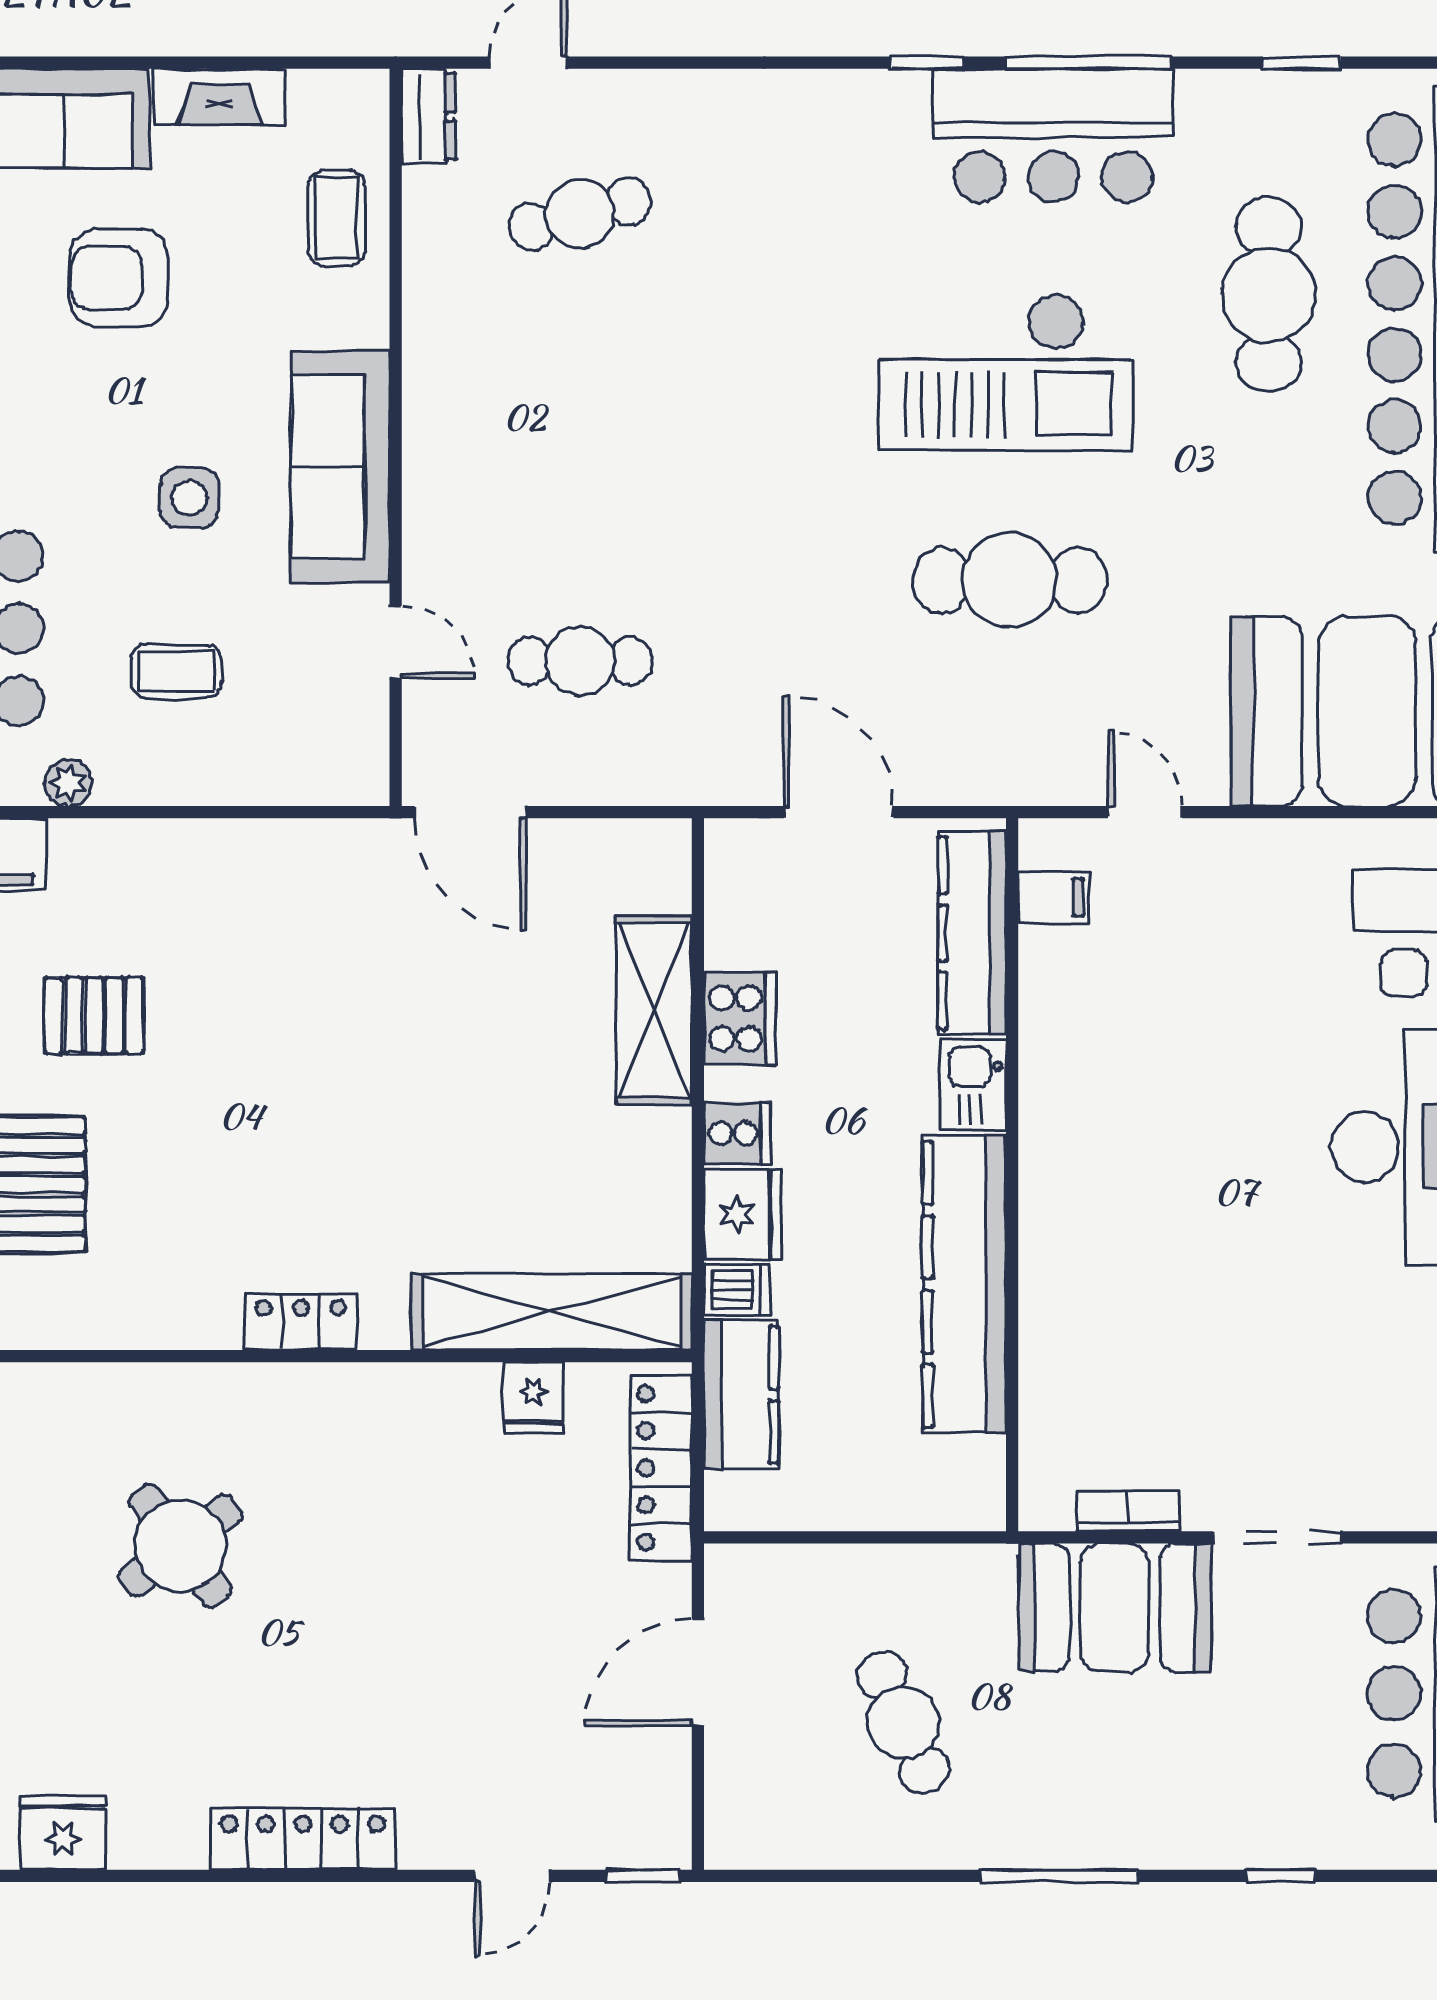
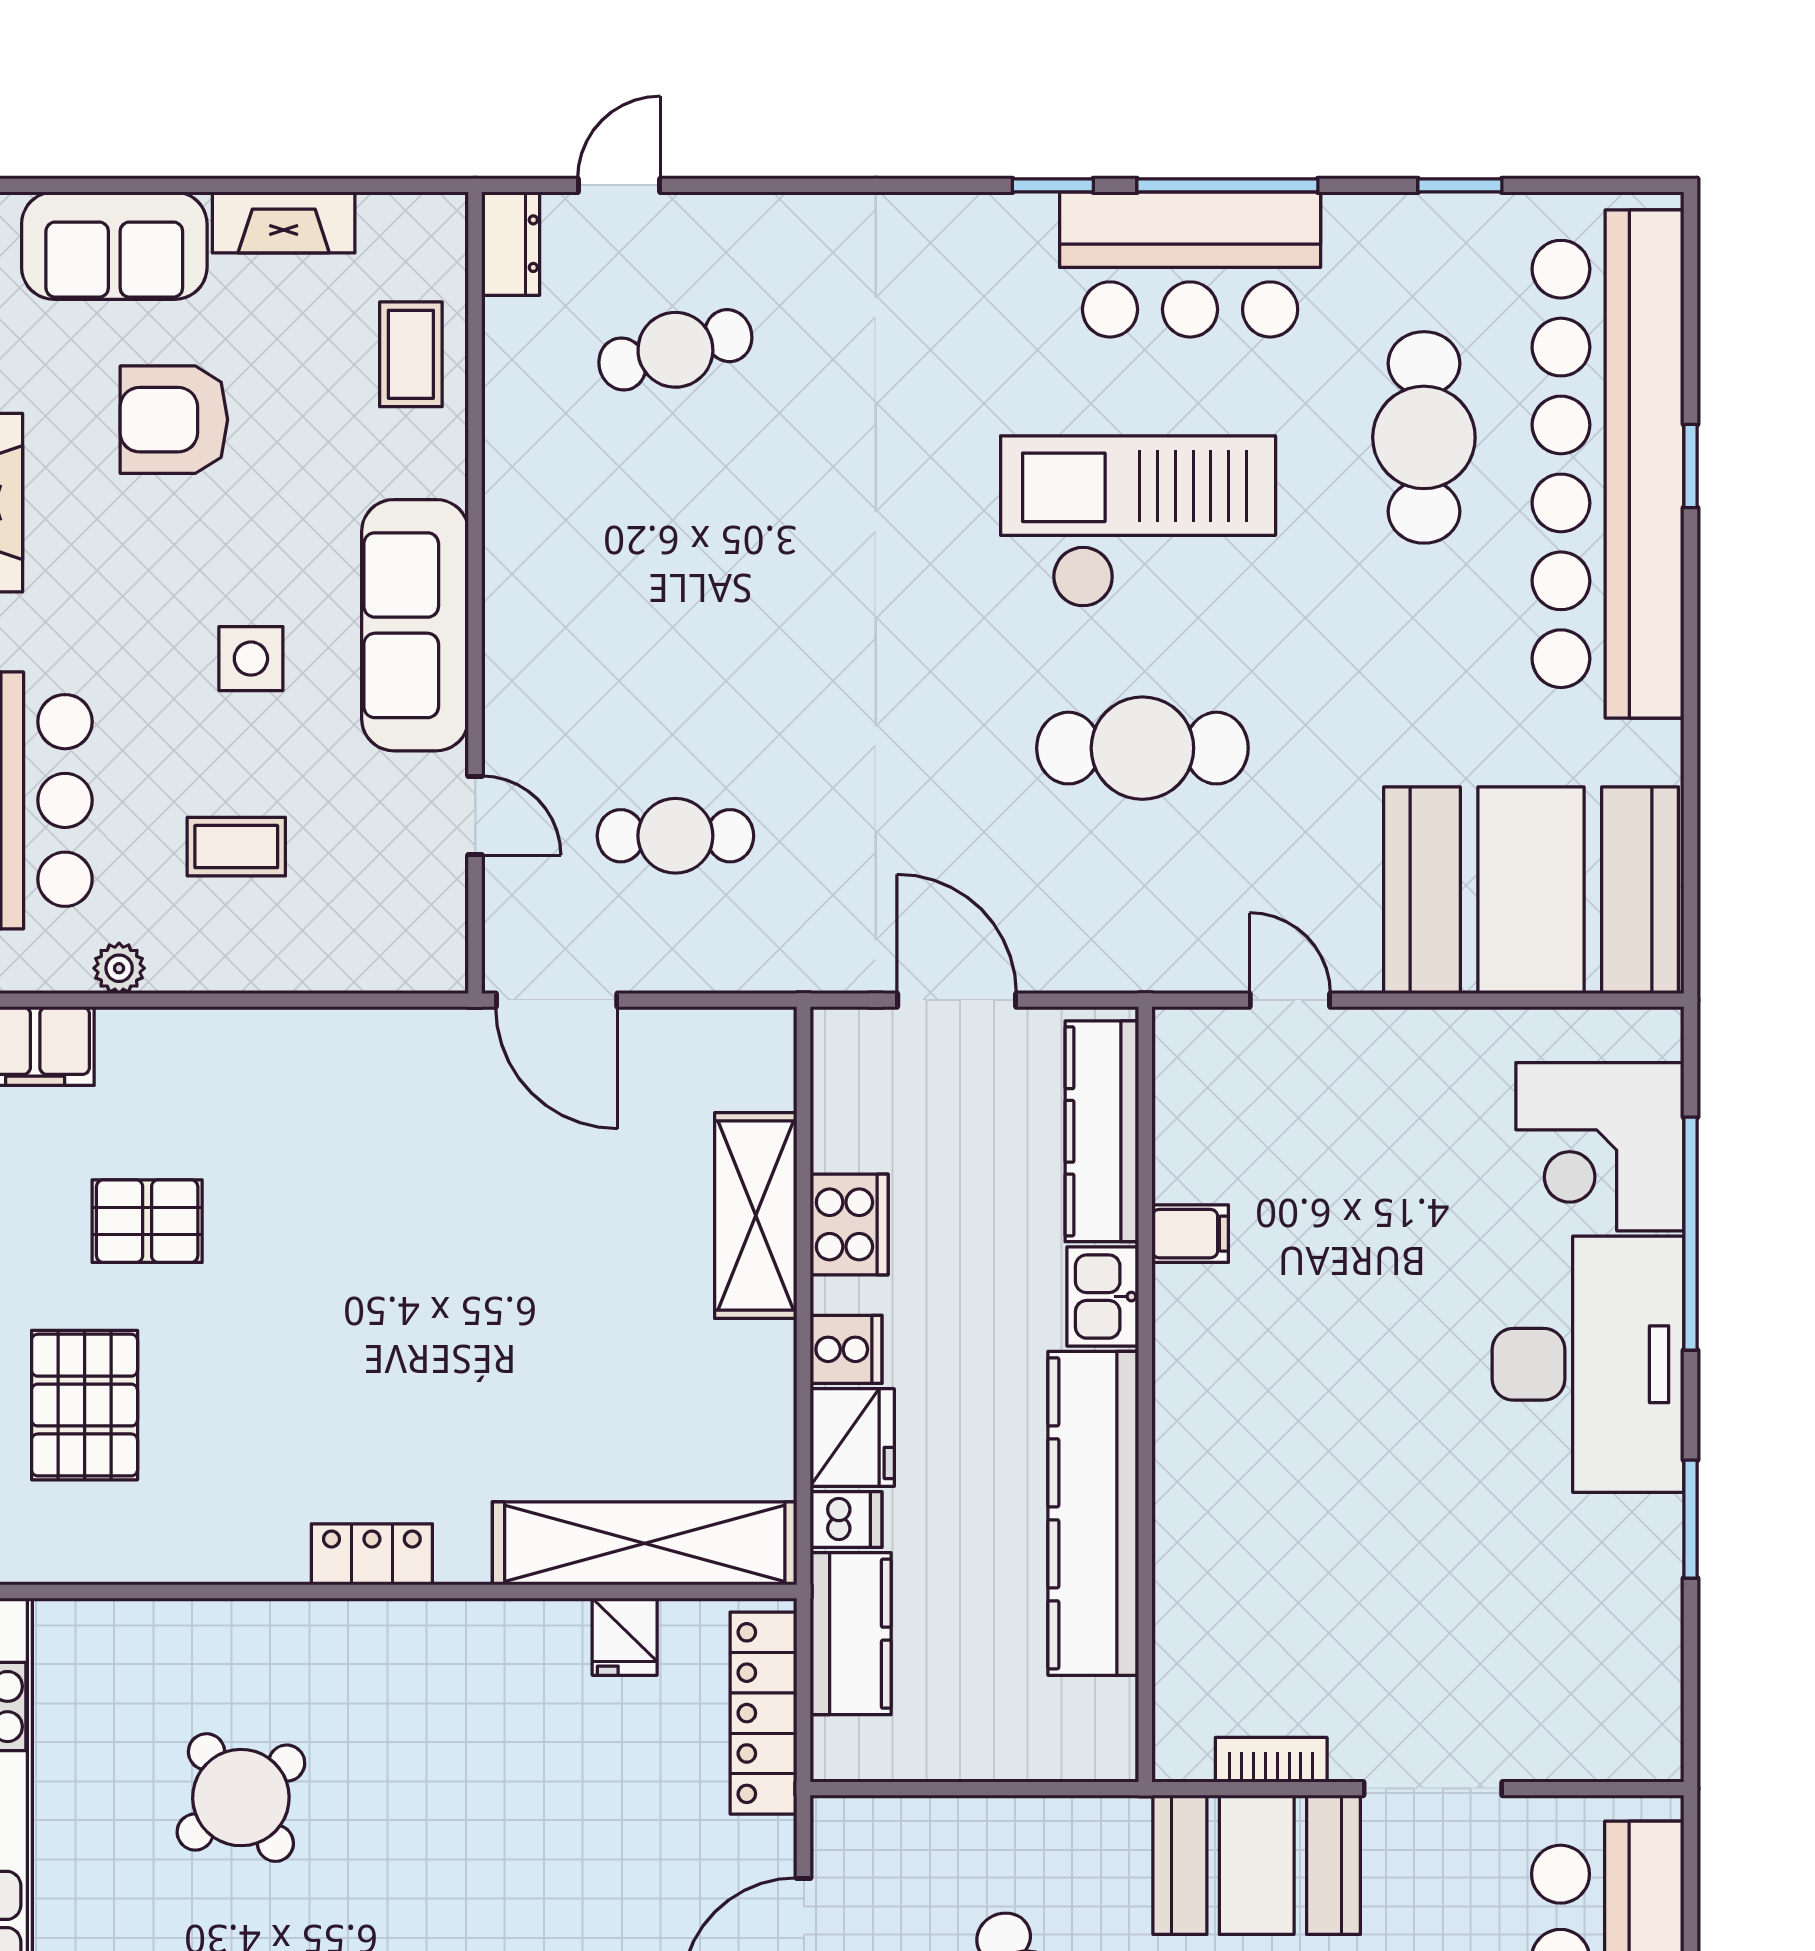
checkout: (1006, 372) -> (1138, 522), turned 180
filing cabinet: (1053, 898) -> (1190, 1234), moved

